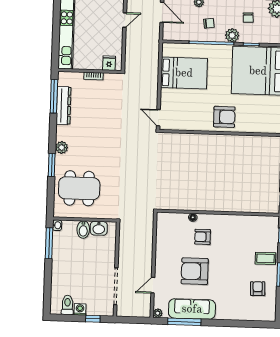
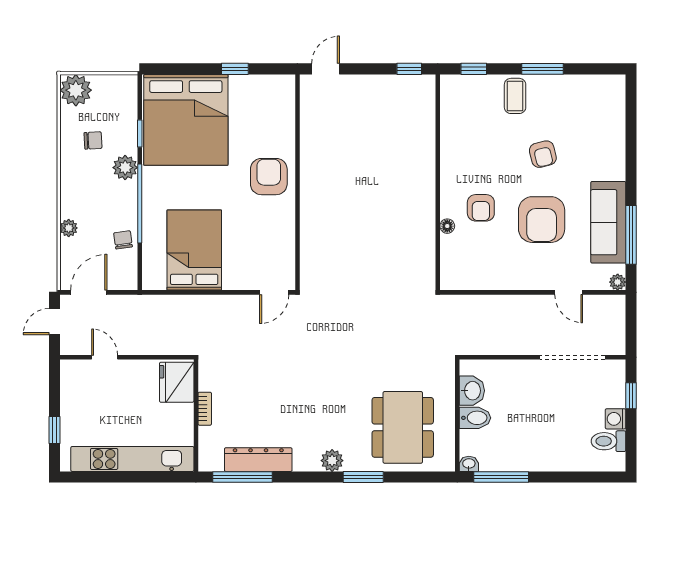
chair: (209, 23) -> (123, 240), moved
fridge: (109, 63) -> (177, 382), width x1.88, depth x1.34
armchair: (258, 289) -> (543, 154), moved, turned -102

